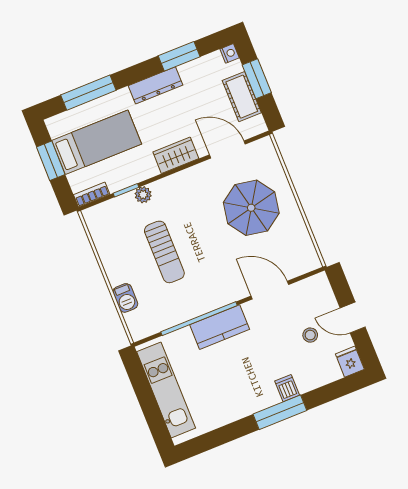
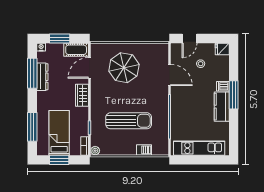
window: (179, 56) -> (32, 73), width x1.44
dresser: (155, 85) -> (42, 77), moved
cot: (242, 97) -> (76, 50), moved
plant: (143, 195) -> (95, 151), moved
sun lounger: (164, 252) -> (129, 121), width x1.36, depth x1.34
door: (270, 290) -> (170, 75), swing flipped
door: (353, 317) -> (189, 39), moved
kitchen counter: (220, 327) -> (222, 107), moved, turned 180

